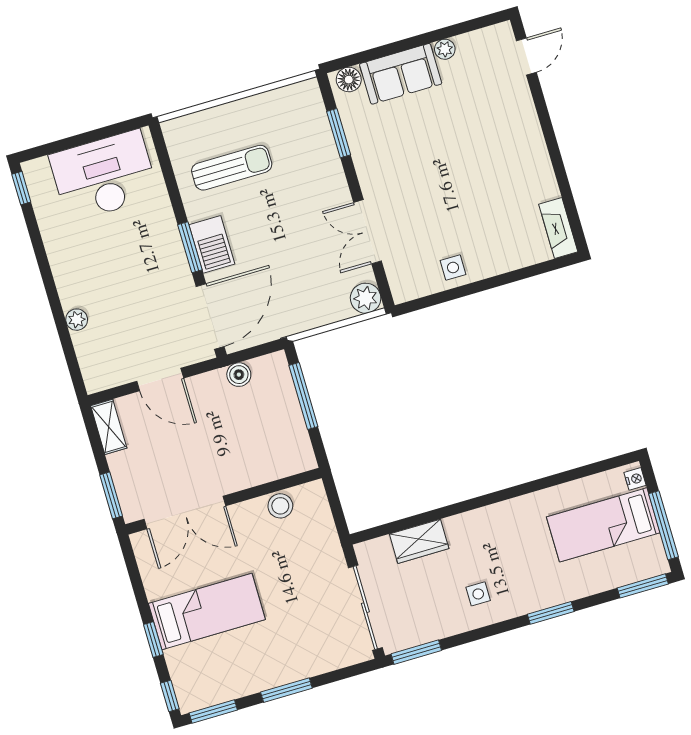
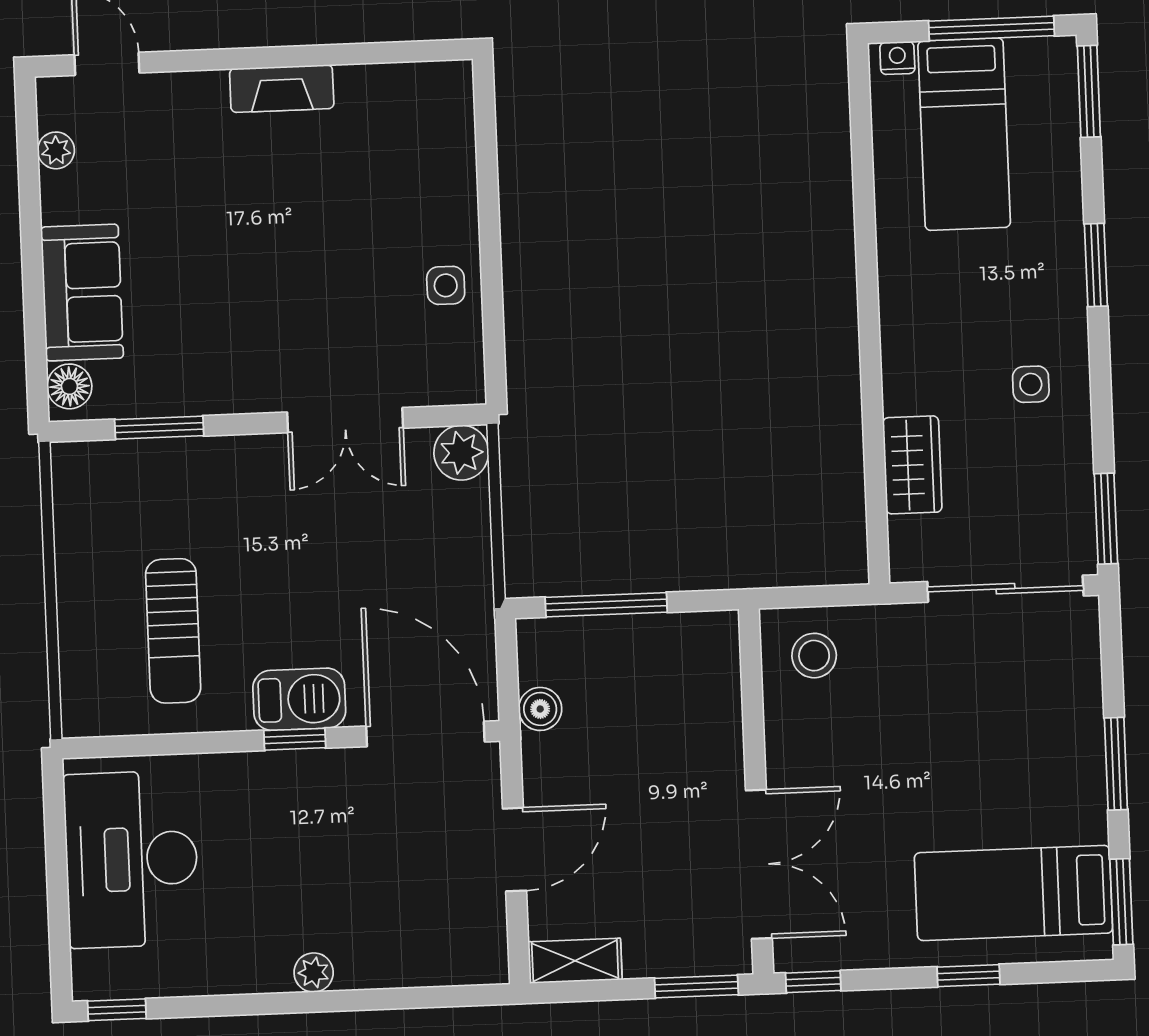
plant: (445, 49) -> (56, 150), moved
sun lounger: (232, 168) -> (173, 631), turned 180
fireplace: (558, 228) -> (282, 89), moved
window: (190, 247) -> (295, 739), width x0.67
plant: (77, 320) -> (314, 973), moved
stool: (280, 506) -> (814, 656), moved
bed: (207, 611) -> (1014, 893), moved, turned -90
window: (170, 696) -> (813, 982), moved

